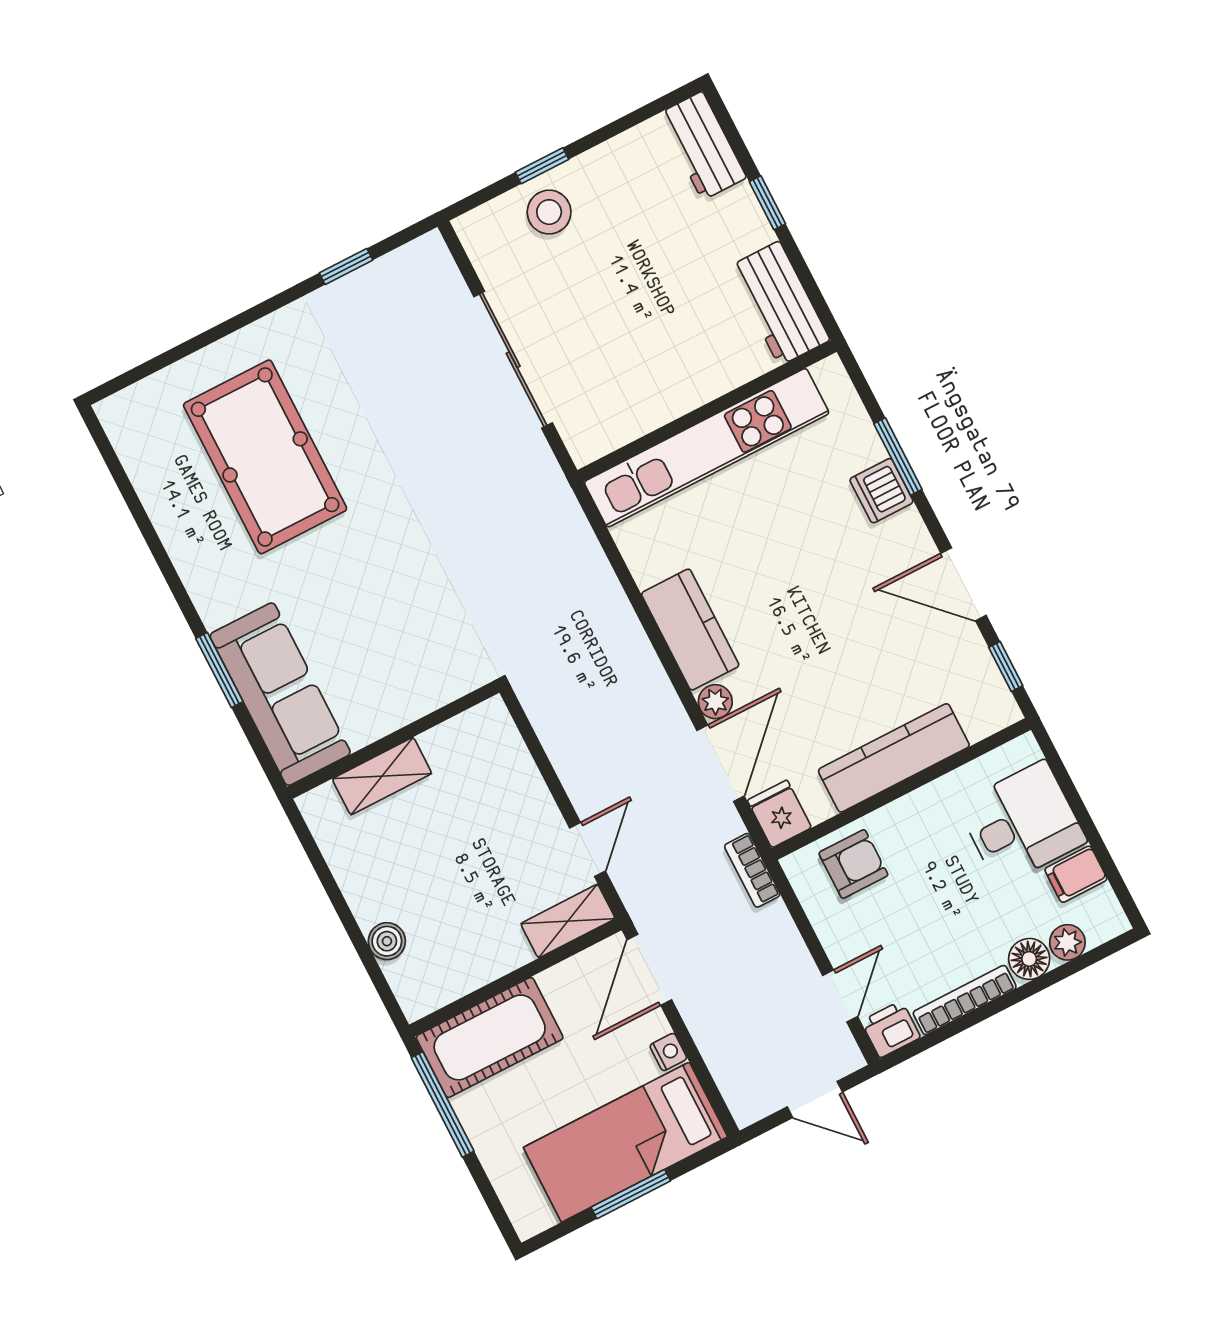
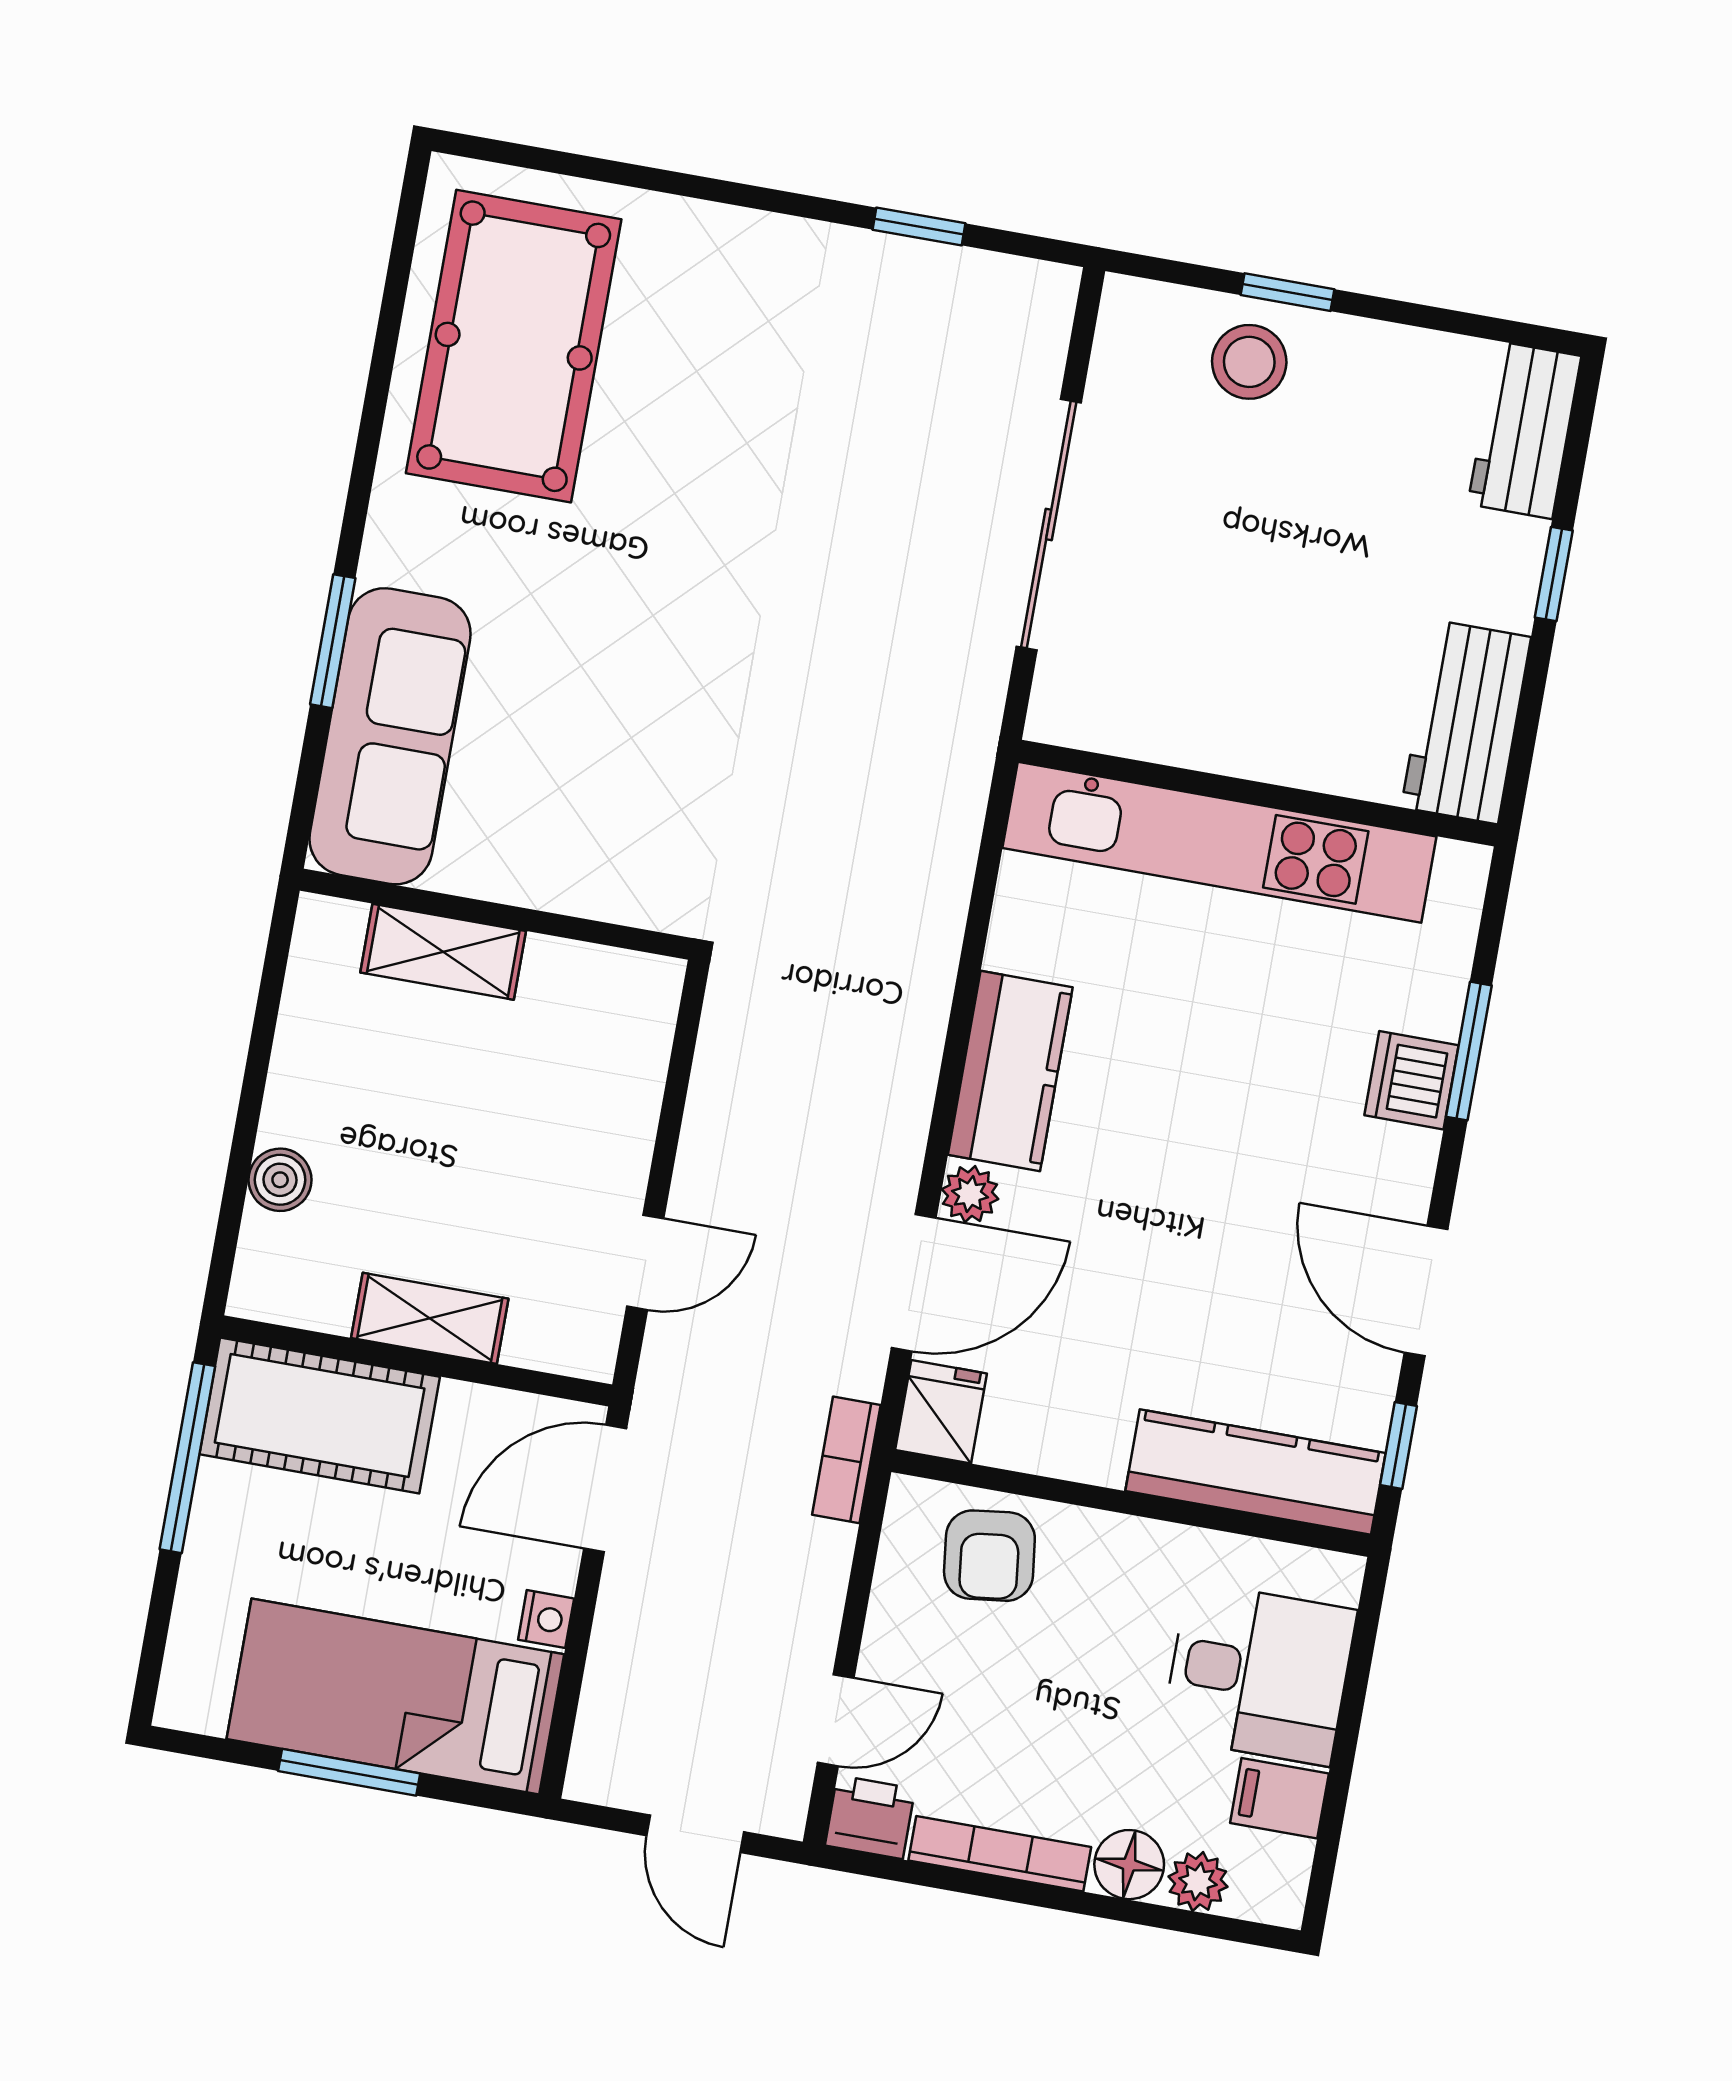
pool table: (265, 457) -> (514, 346), moved
kitchen counter: (894, 758) -> (1255, 1472), moved
armchair: (853, 864) -> (989, 1556), turned 83
shelving: (568, 921) -> (430, 1318), moved

